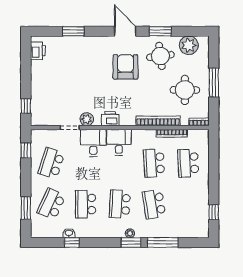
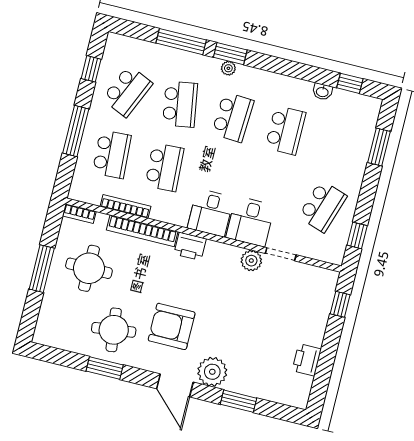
door: (125, 31) -> (175, 385), moved
plant: (189, 45) -> (212, 372), moved
printer: (38, 51) -> (307, 360), moved
armchair: (126, 67) -> (172, 326), turned 90
printer: (110, 119) -> (190, 246), moved
window: (214, 172) -> (76, 131), added
school desk: (51, 204) -> (127, 91), moved
window: (72, 243) -> (350, 83), moved

